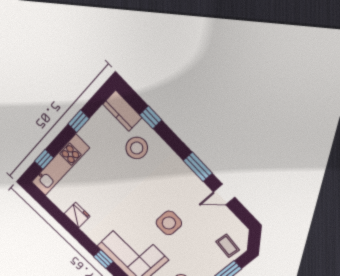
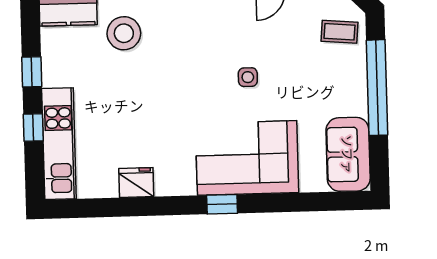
window: (44, 159) -> (33, 127), moved
side table: (169, 223) -> (248, 77), width x0.54, depth x0.54

